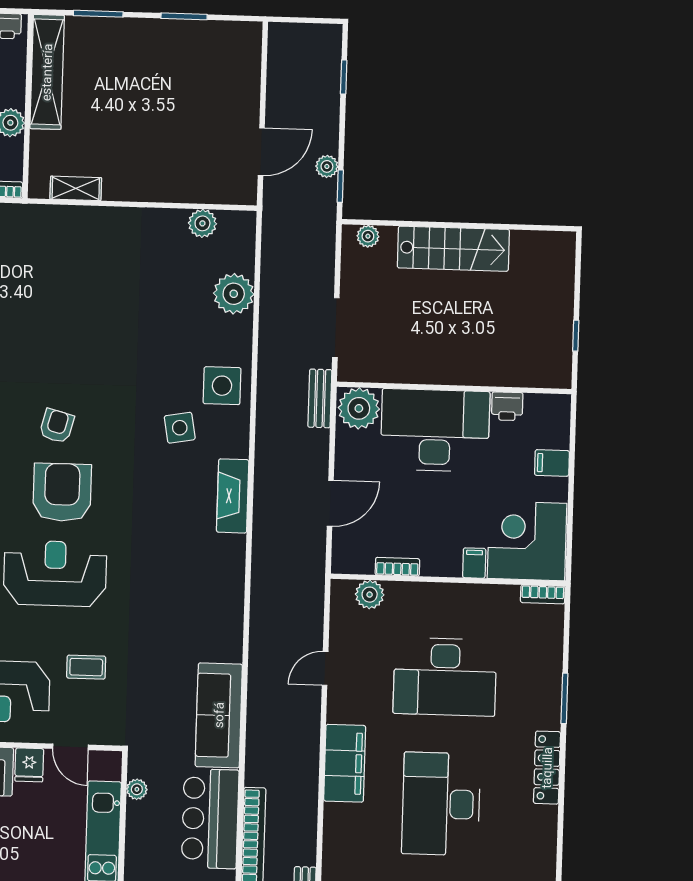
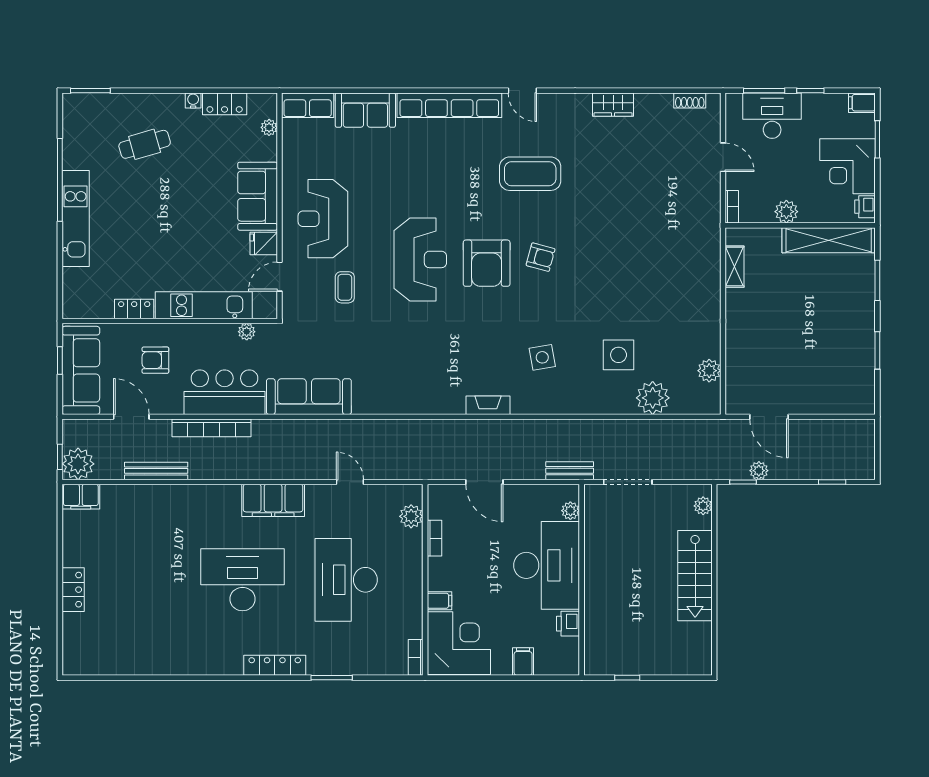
side table: (222, 386) -> (619, 355), moved
plant: (359, 408) -> (570, 511), width x0.53, depth x0.53
armchair: (62, 492) -> (487, 263), turned 90
fireplace: (233, 496) -> (488, 405), width x0.73, depth x0.76

